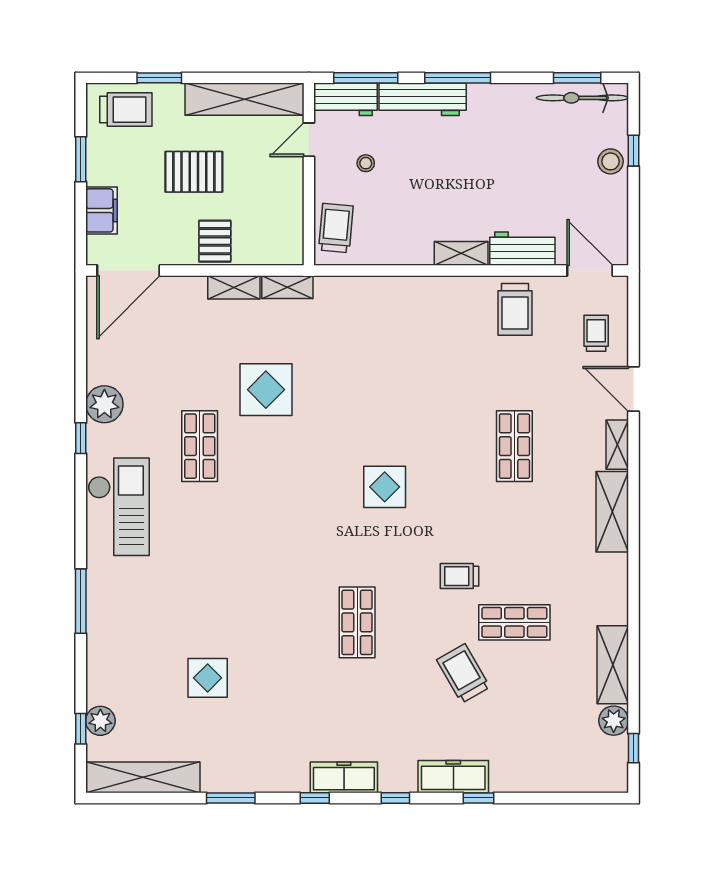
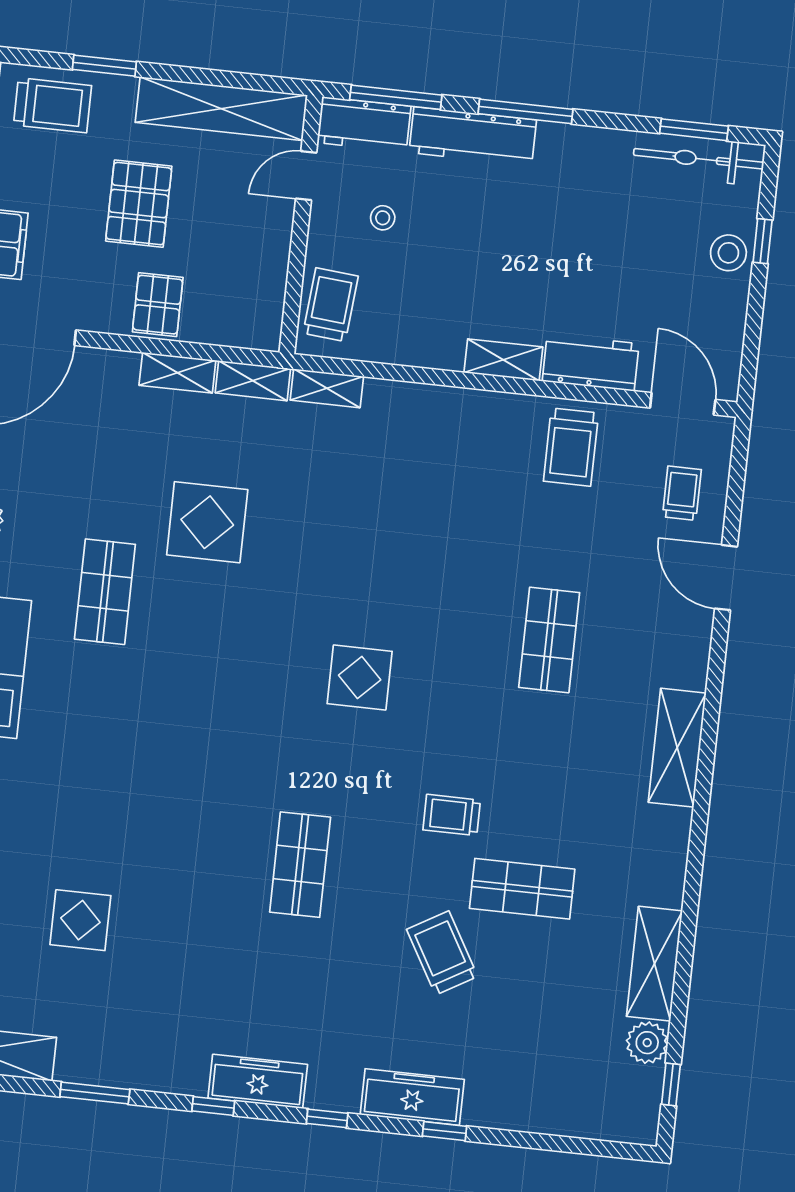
pallet: (194, 172) -> (139, 204), turned 90
shelving: (617, 445) -> (327, 388), moved, turned 90

